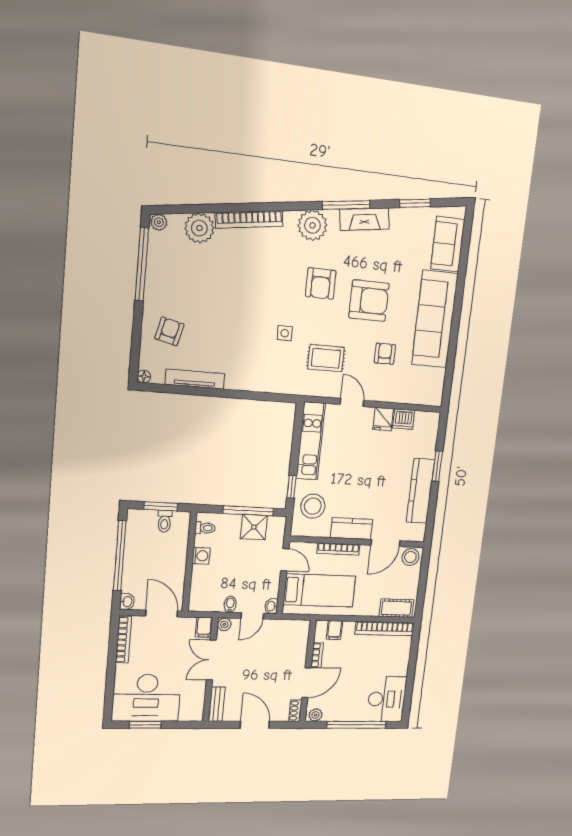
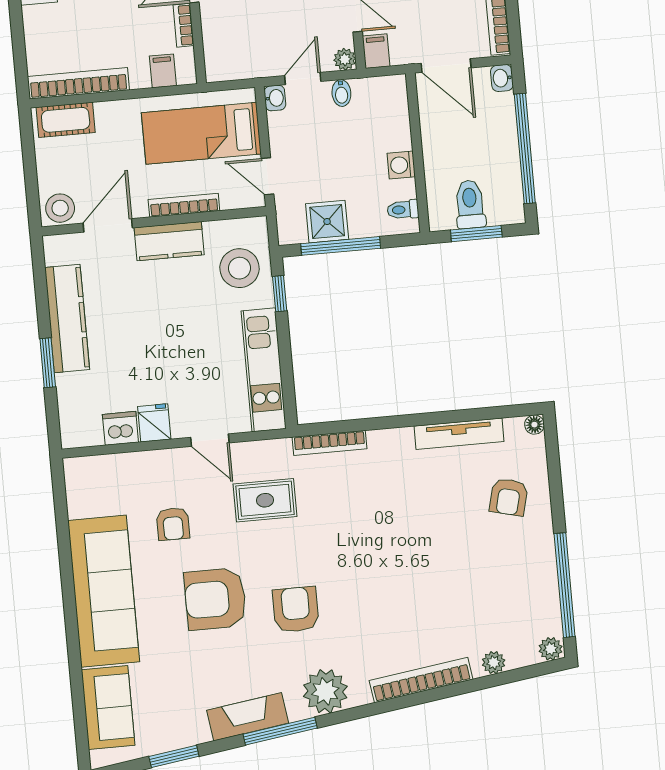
plant: (199, 228) -> (494, 663), width x0.53, depth x0.53
side table: (285, 333) -> (336, 526), removed
bookcase: (279, 388) -> (330, 443), added
toilet: (165, 521) -> (470, 204), width x1.37, depth x1.39

